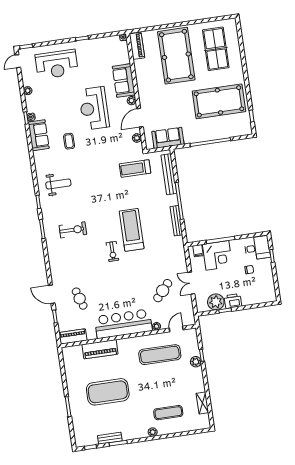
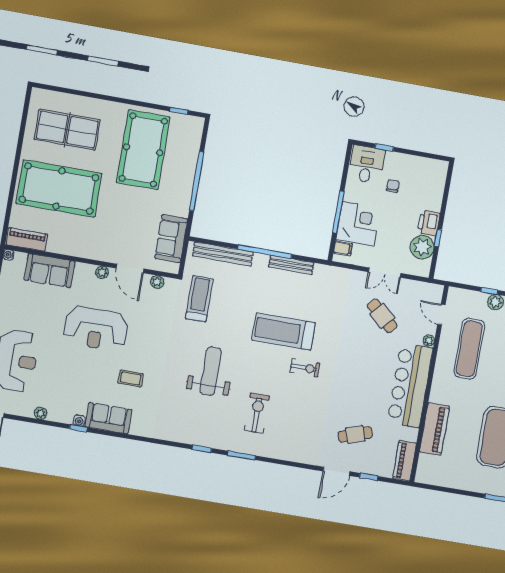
sofa: (124, 81) -> (49, 271), moved
treadmill: (135, 168) -> (199, 299), turned 180
weight bench: (58, 184) -> (211, 371), moved, width x1.36, depth x1.33

